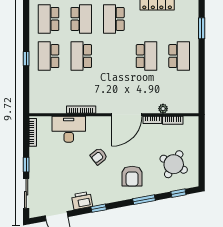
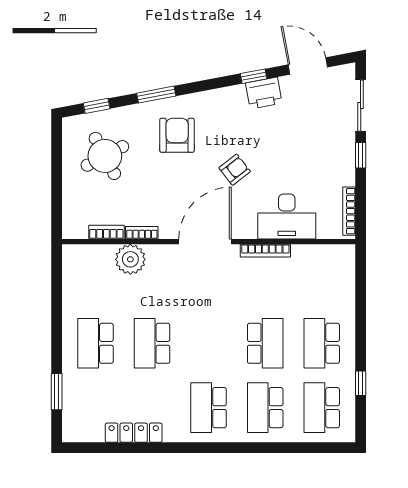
school desk: (49, 19) -> (322, 408), turned 180
school desk: (114, 19) -> (209, 408), turned 180
school desk: (49, 56) -> (322, 343), turned 180
window: (26, 59) -> (361, 383), moved
plant: (163, 109) -> (130, 259), width x1.88, depth x1.88
door: (127, 115) -> (205, 242), moved
round table: (174, 164) -> (105, 156), turned 33
window: (99, 208) -> (254, 76), moved

